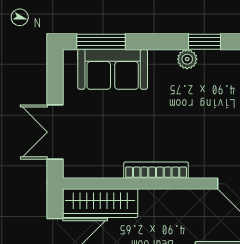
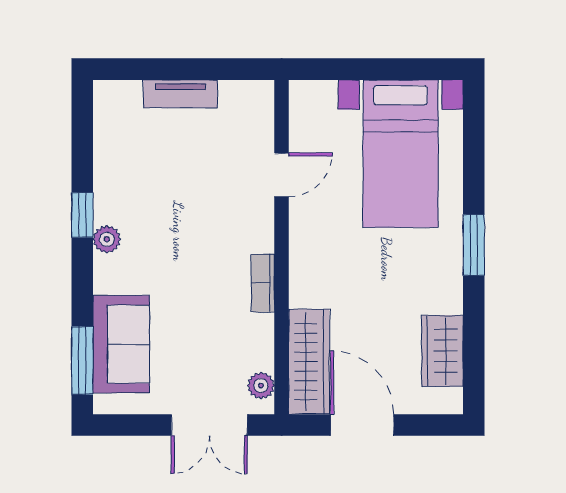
plant: (83, 169) -> (261, 385), added
bookcase: (156, 170) -> (263, 283), width x0.64

